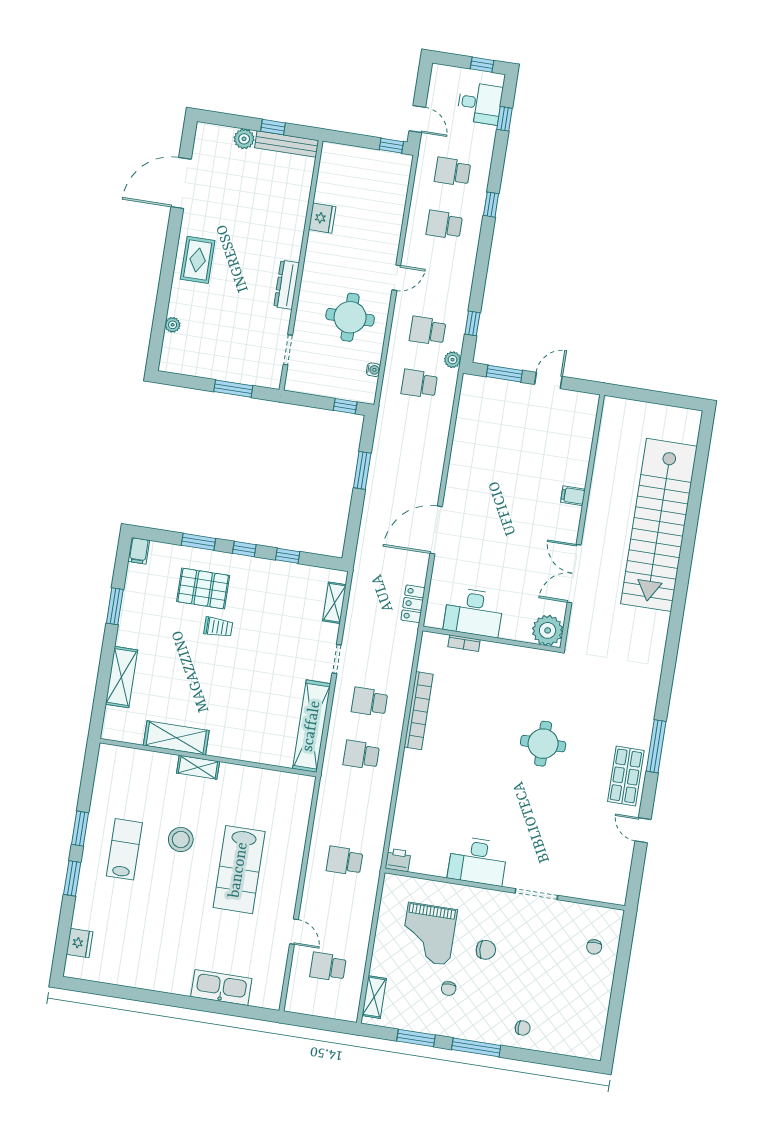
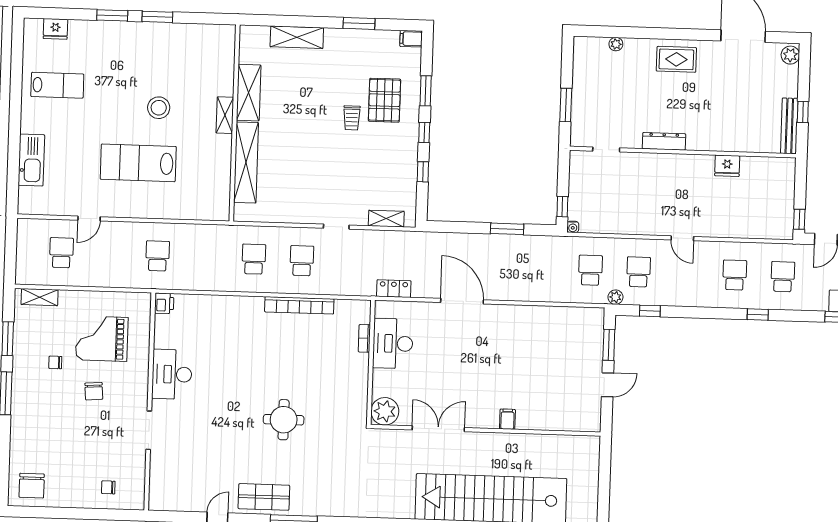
plant: (244, 139) -> (790, 55), moved
round table: (350, 317) -> (642, 201), removed
water cooler: (373, 370) -> (573, 227), moved
door: (548, 380) -> (607, 385), hinge flipped
shelving: (312, 726) -> (246, 162), moved, turned 90
lab bench: (124, 849) -> (57, 85), moved
chair: (523, 1028) -> (32, 486), moved, width x1.87, depth x1.87

